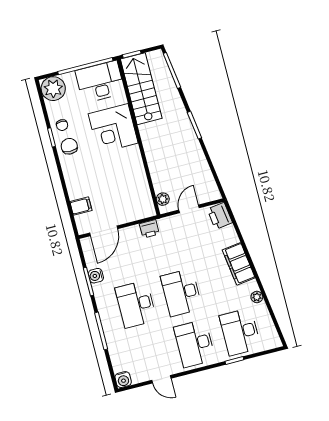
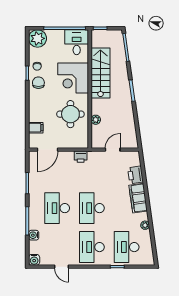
desk: (100, 82) -> (77, 42), width x0.73
stairs: (141, 89) -> (100, 73), moved
round table: (122, 177) -> (70, 114), added
plant: (163, 199) -> (96, 120), moved
printer: (220, 216) -> (135, 175), moved
water cooler: (96, 276) -> (34, 235), moved

